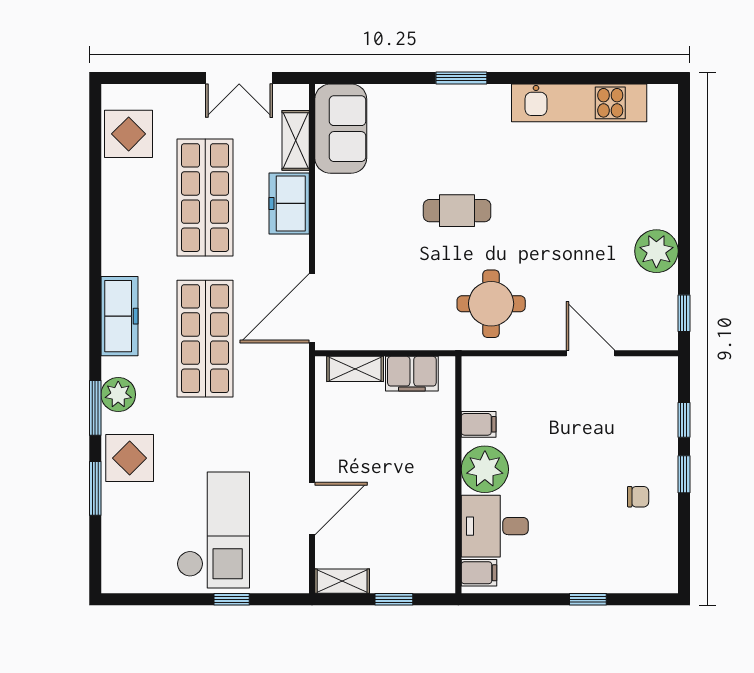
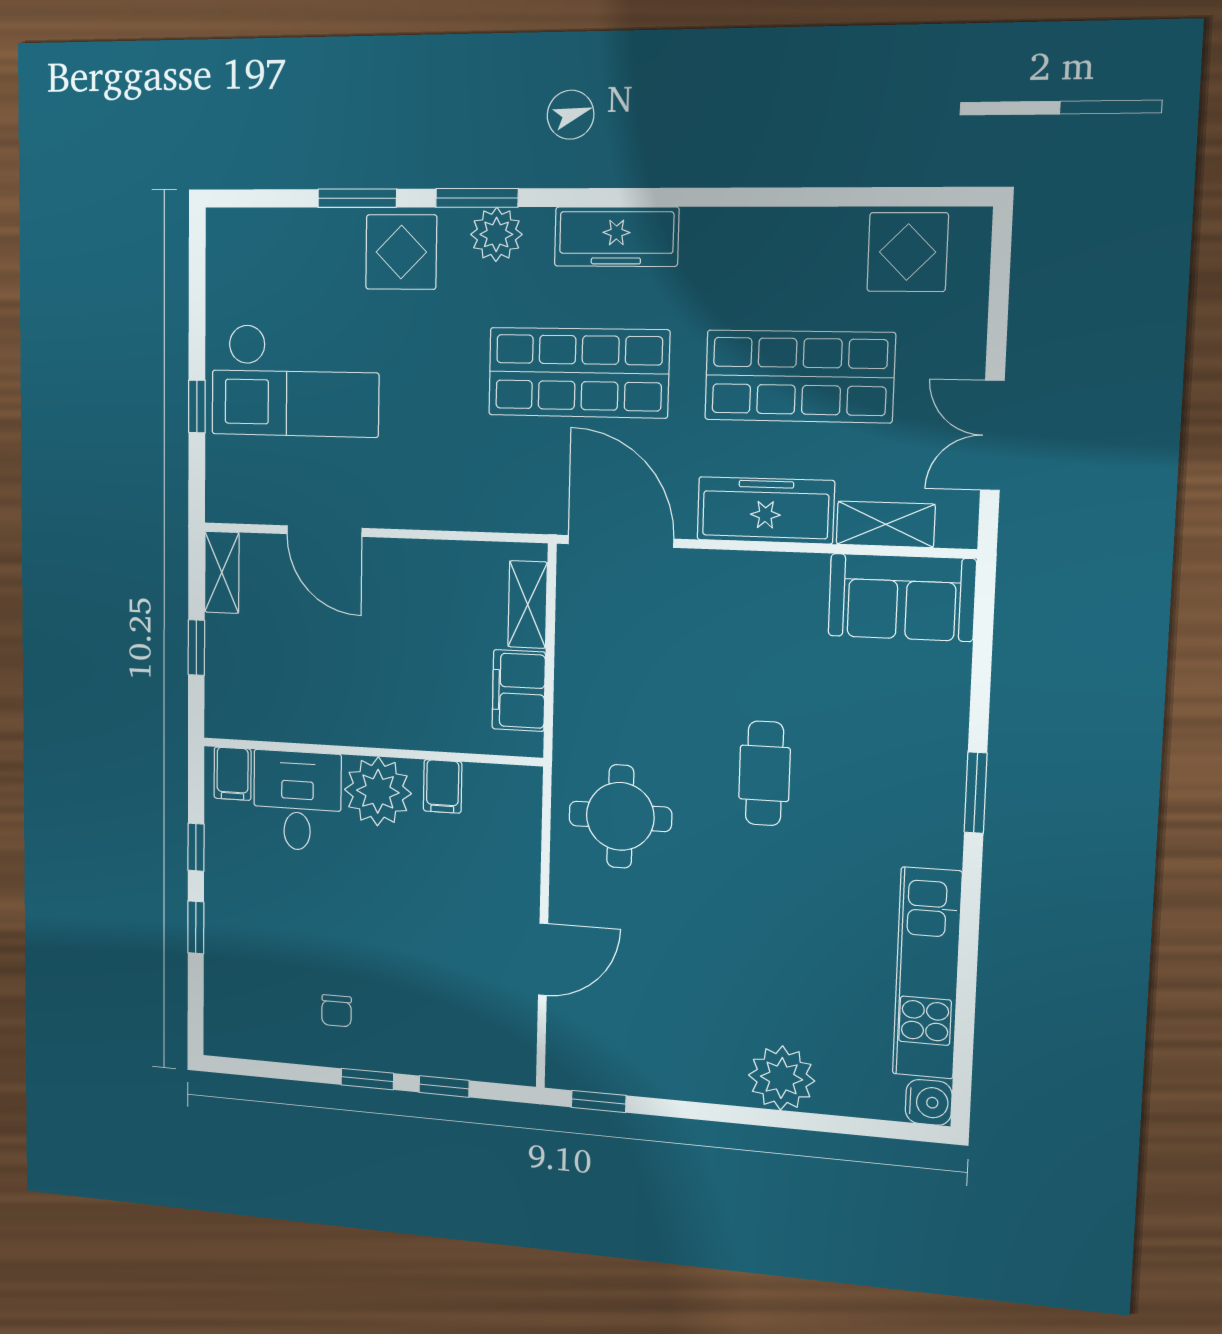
water cooler: (664, 98) -> (929, 1102), added
freezer: (289, 203) -> (765, 510), width x1.40
plant: (656, 251) -> (782, 1078), moved
window: (532, 599) -> (196, 847), added

